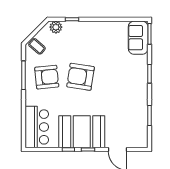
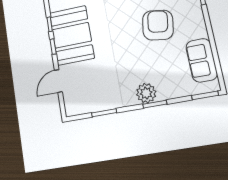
sofa: (138, 38) -> (202, 60), moved, turned -90
armchair: (81, 77) -> (158, 25), moved
plant: (140, 79) -> (146, 93), added

